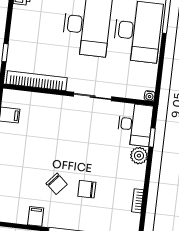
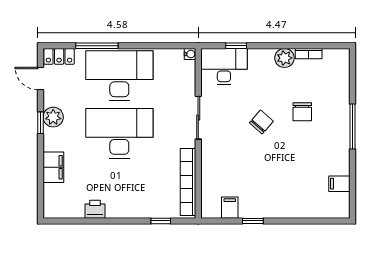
plant: (139, 156) -> (284, 58), moved
chair: (57, 184) -> (261, 122), moved
filing cabinet: (36, 216) -> (339, 184), moved

